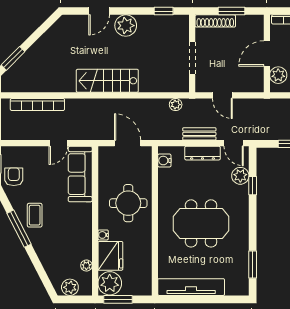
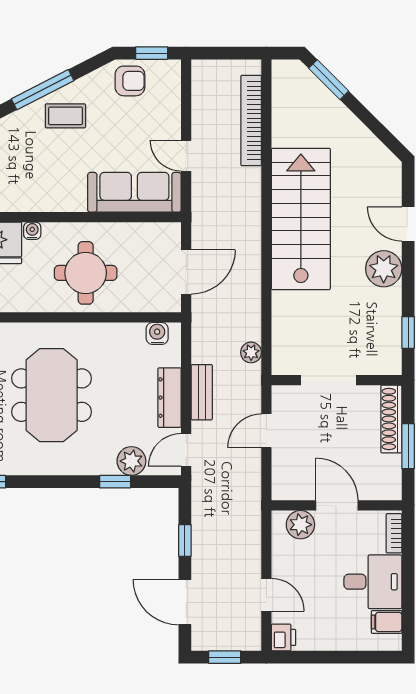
stairs: (107, 81) -> (301, 219), width x1.36, depth x1.51

